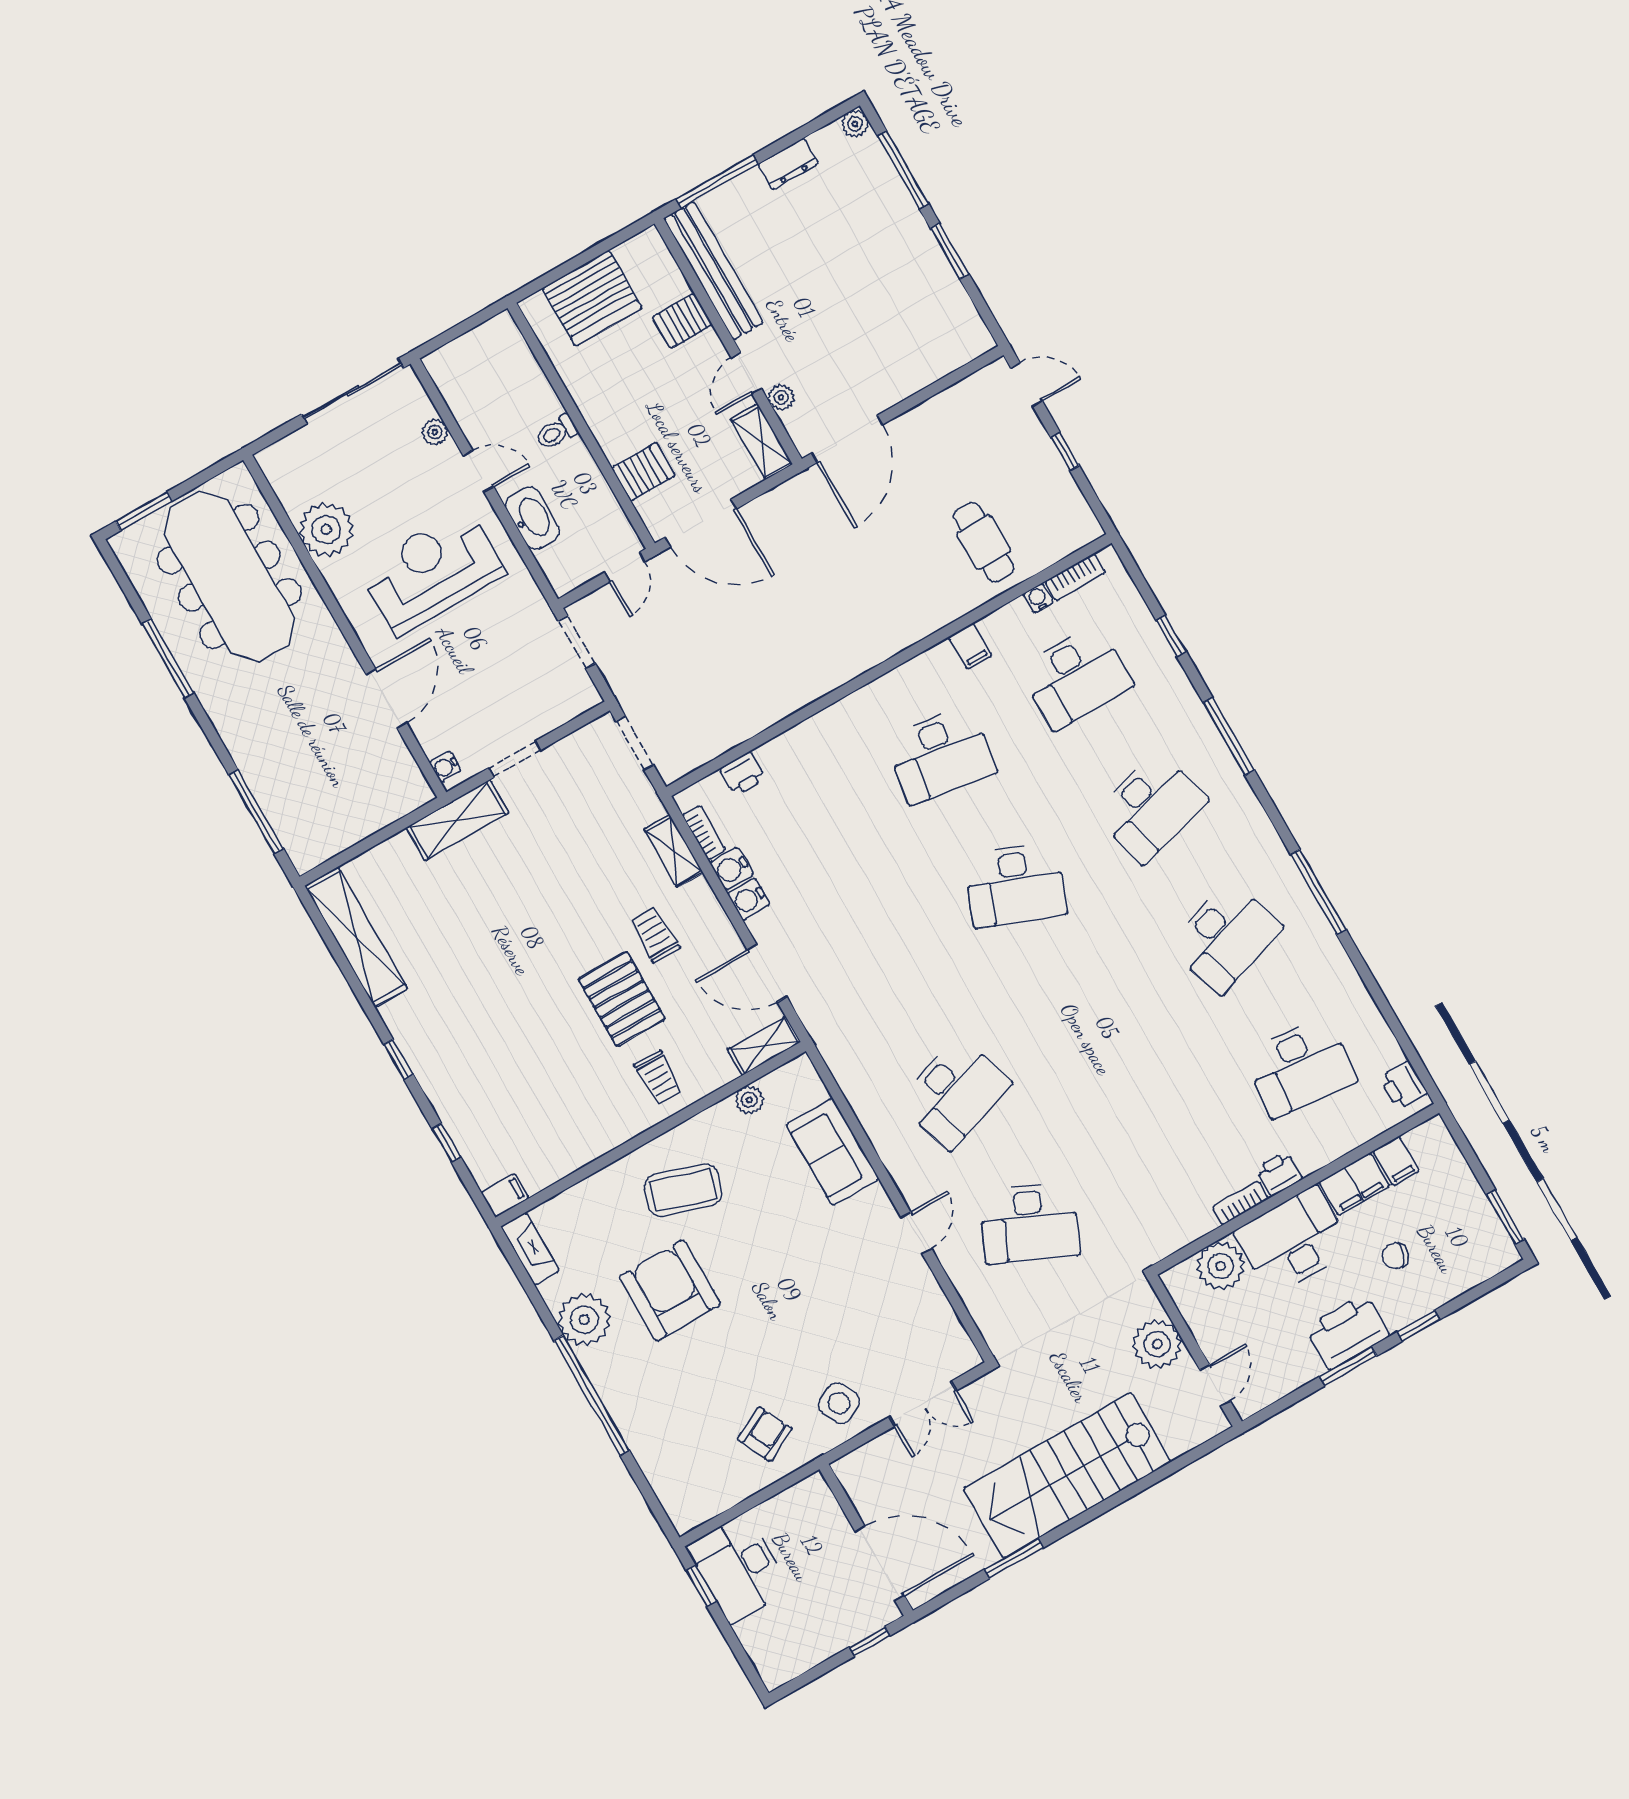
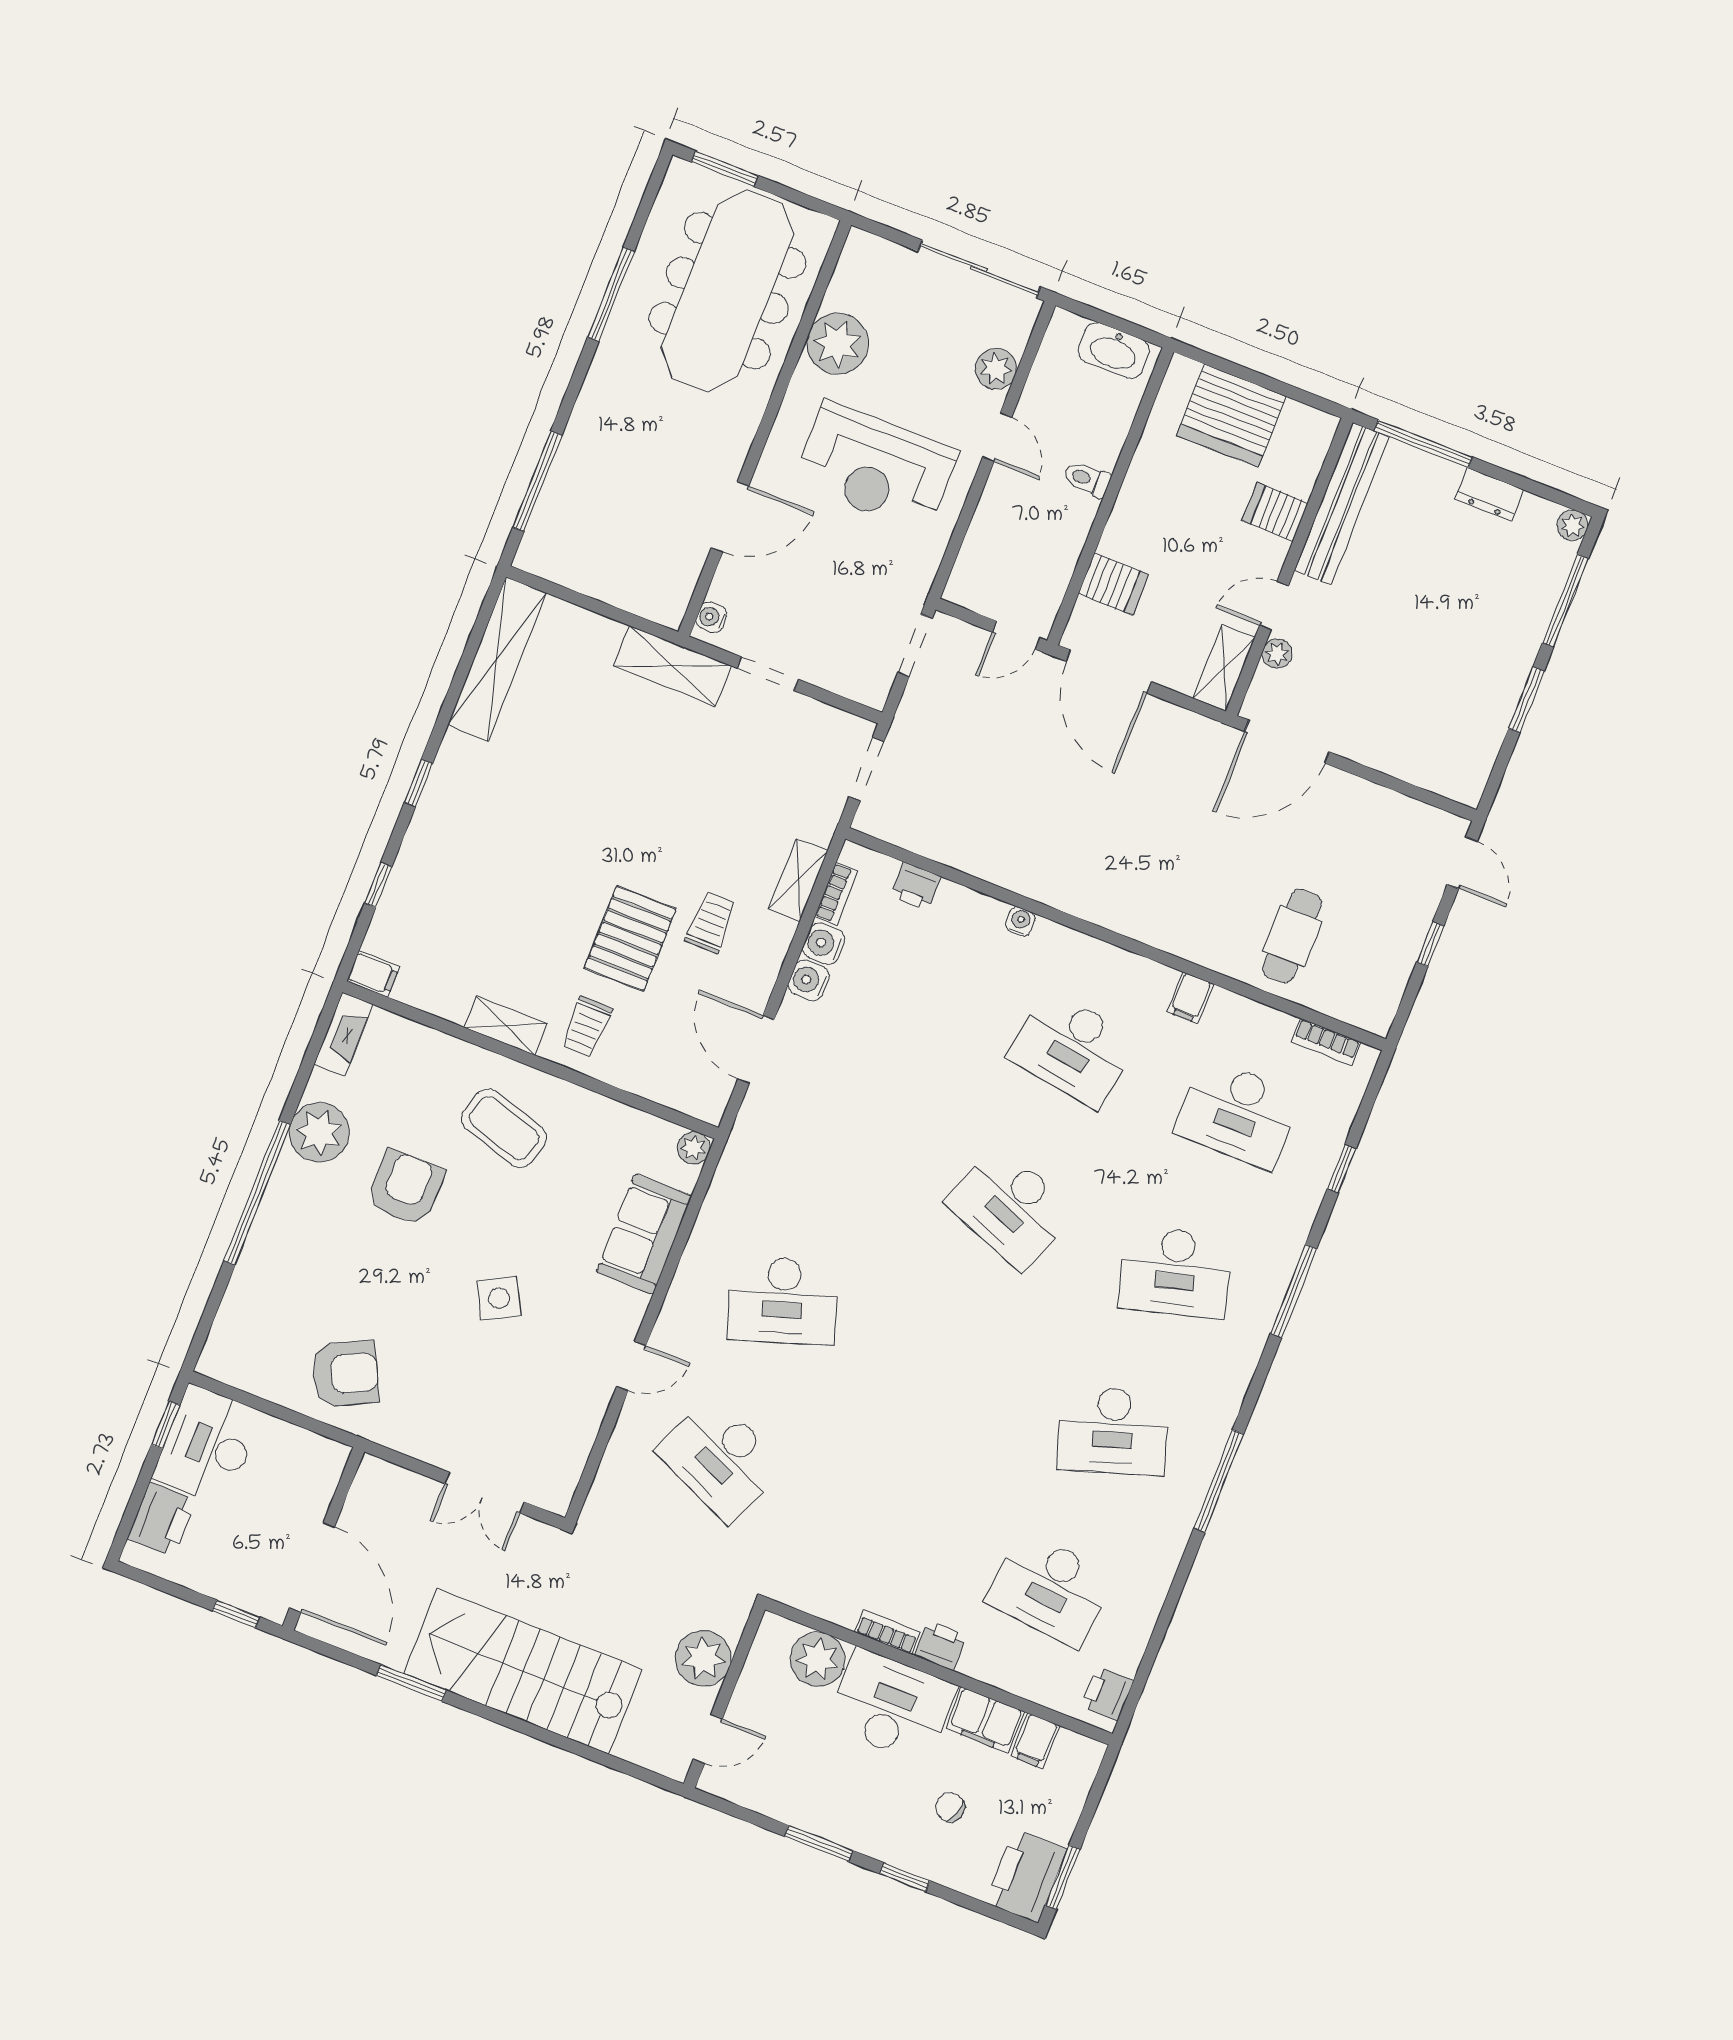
plant: (435, 432) -> (996, 369), width x1.38, depth x1.38
washbasin: (532, 518) -> (1114, 351), moved, turned 90
reception desk: (432, 571) -> (876, 467), turned 180
water cooler: (1038, 598) -> (1020, 921), moved
shelving: (764, 1046) -> (506, 1026), moved
plant: (749, 1100) -> (694, 1148), moved
armchair: (670, 1291) -> (406, 1188), width x0.73, depth x0.73
printer: (1347, 1332) -> (1026, 1876), moved, turned -90
side table: (839, 1403) -> (499, 1298), moved
armchair: (765, 1434) -> (345, 1374), width x1.38, depth x1.38
printer: (764, 1640) -> (162, 1519), added

